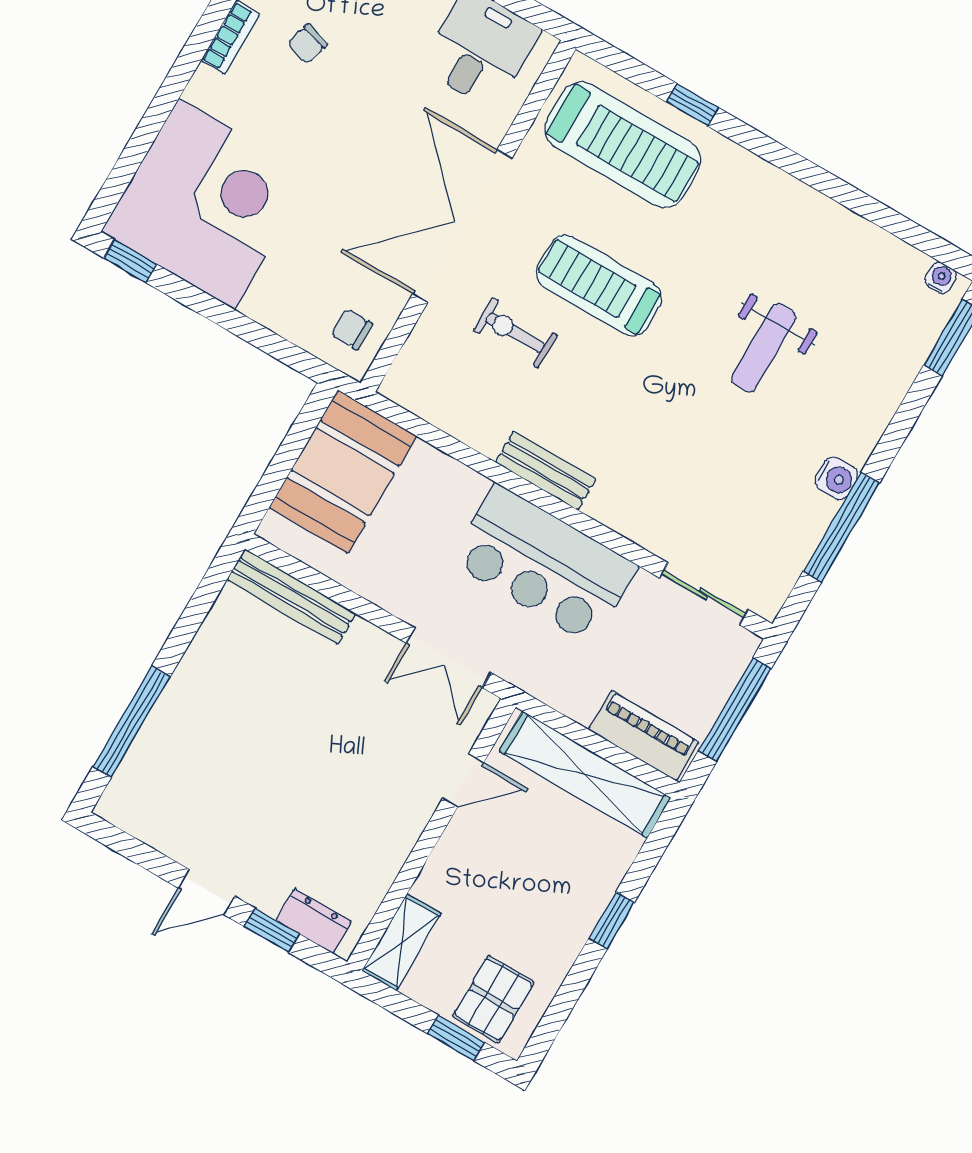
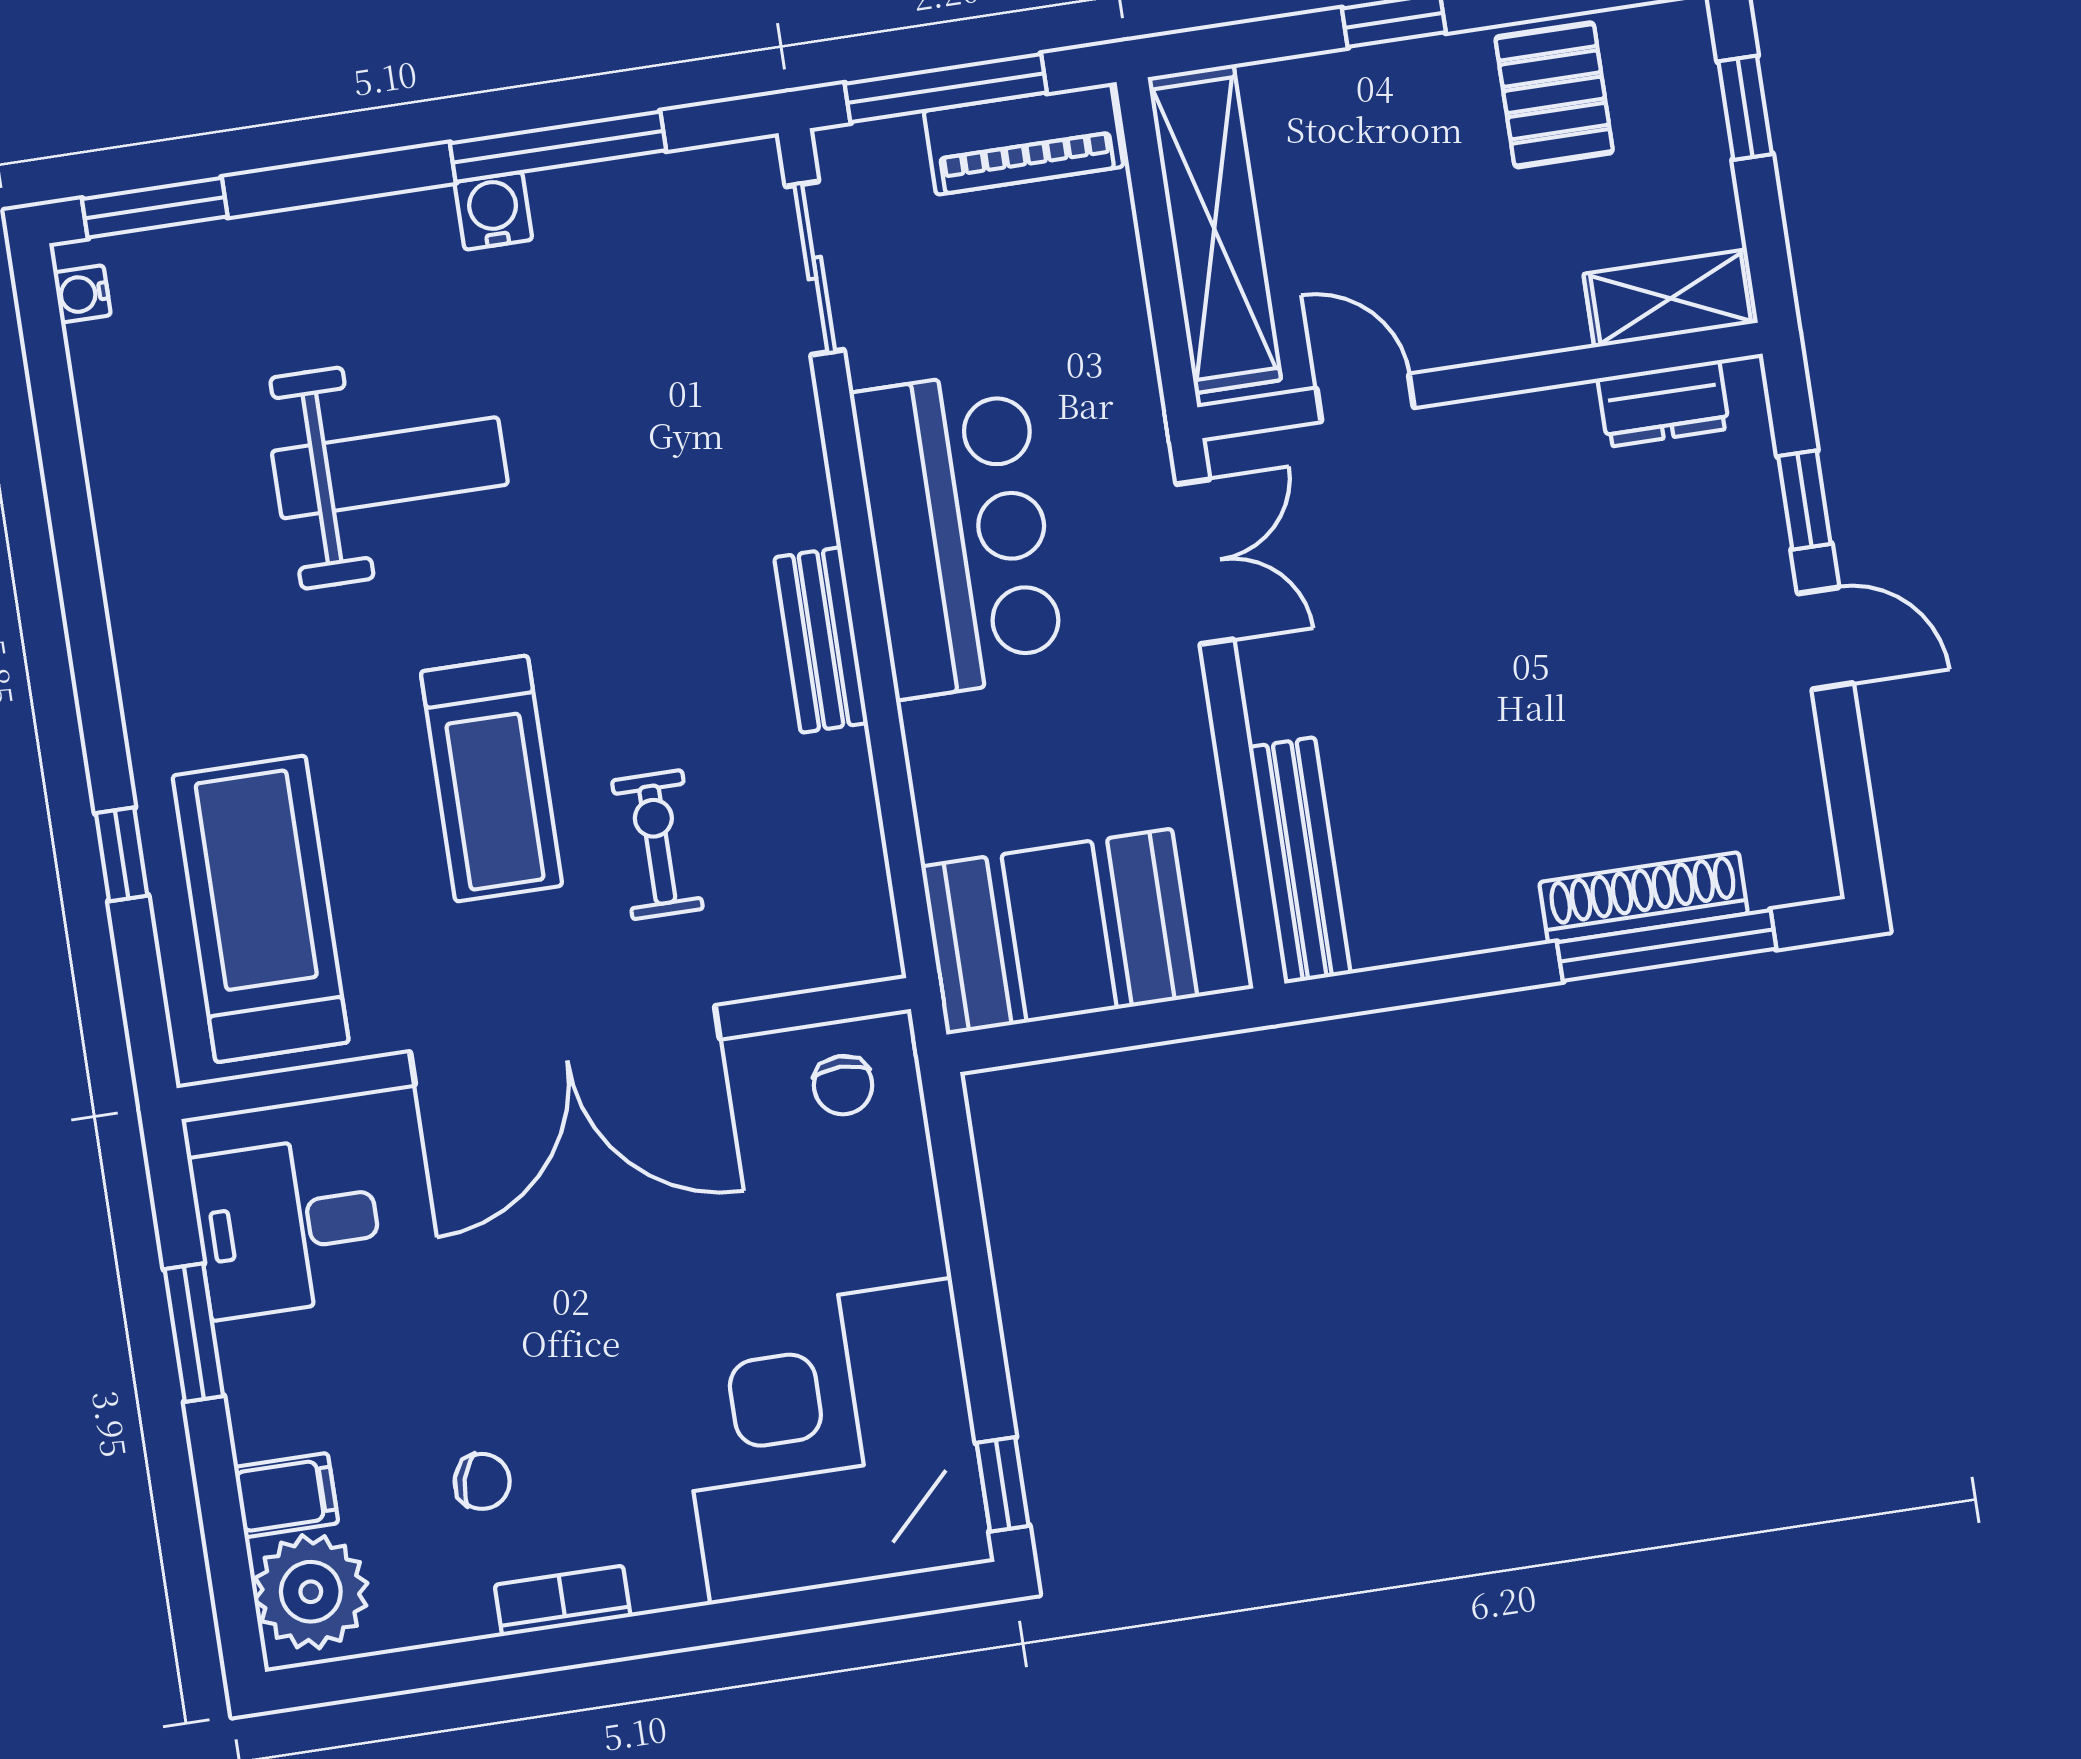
exercise bike: (515, 333) -> (657, 845), turned 180
weight bench: (764, 348) -> (390, 468), width x1.36, depth x1.33
shoe rack: (159, 728) -> (1644, 898), added
piano: (643, 736) -> (1024, 139), moved, turned -90
dresser: (314, 921) -> (1664, 404), moved, turned -90
pallet: (493, 999) -> (1554, 95), moved, turned 90

